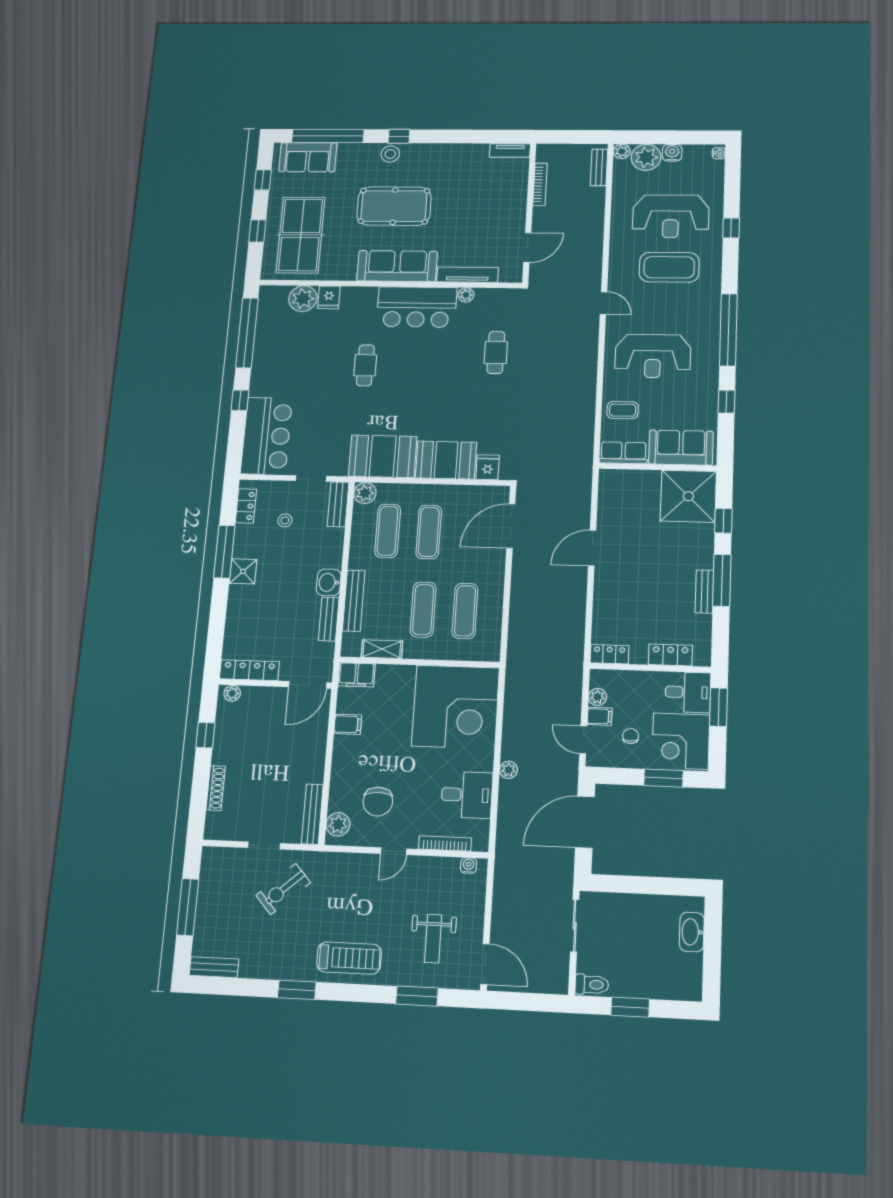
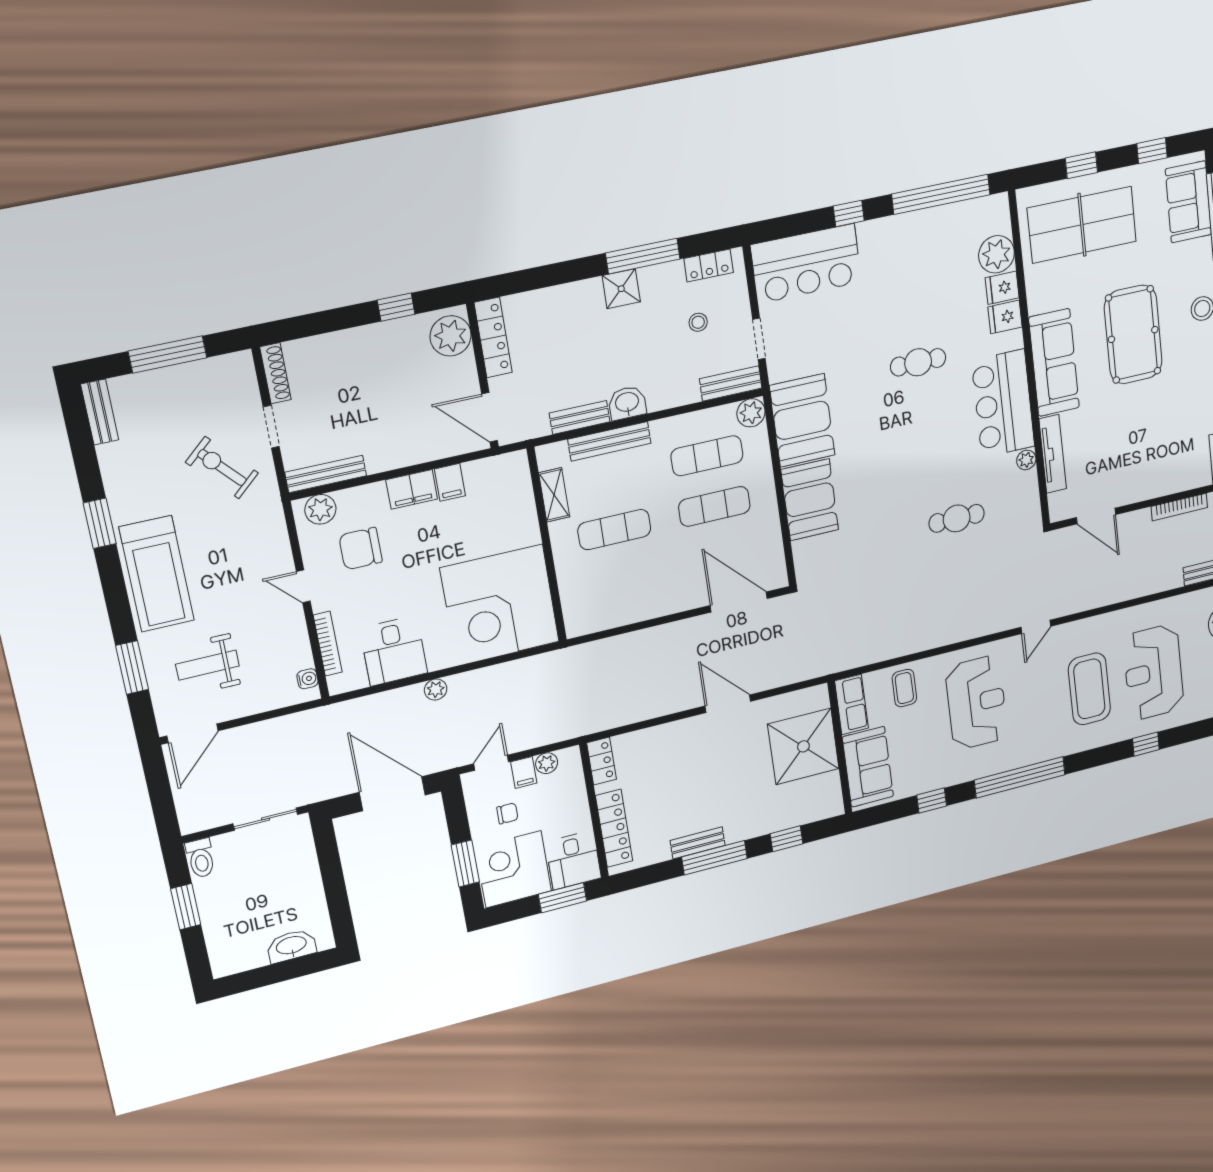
reception desk: (653, 356) -> (976, 703), turned 180
fridge: (488, 467) -> (1005, 317), moved, turned 180
shower: (688, 496) -> (803, 746), moved
exercise mat: (465, 611) -> (622, 580), removed
locker: (670, 655) -> (614, 828), width x1.53
filing cabinet: (357, 675) -> (412, 489), moved, turned -90
plant: (232, 693) -> (451, 336), width x1.87, depth x1.87
shoe rack: (216, 788) -> (275, 373), moved, turned -90
treadmill: (349, 958) -> (157, 574), width x1.37, depth x1.38

